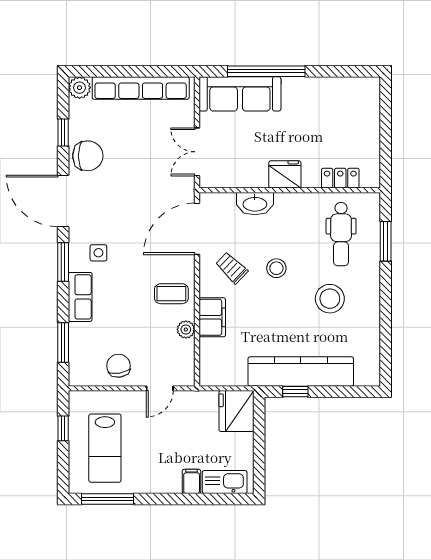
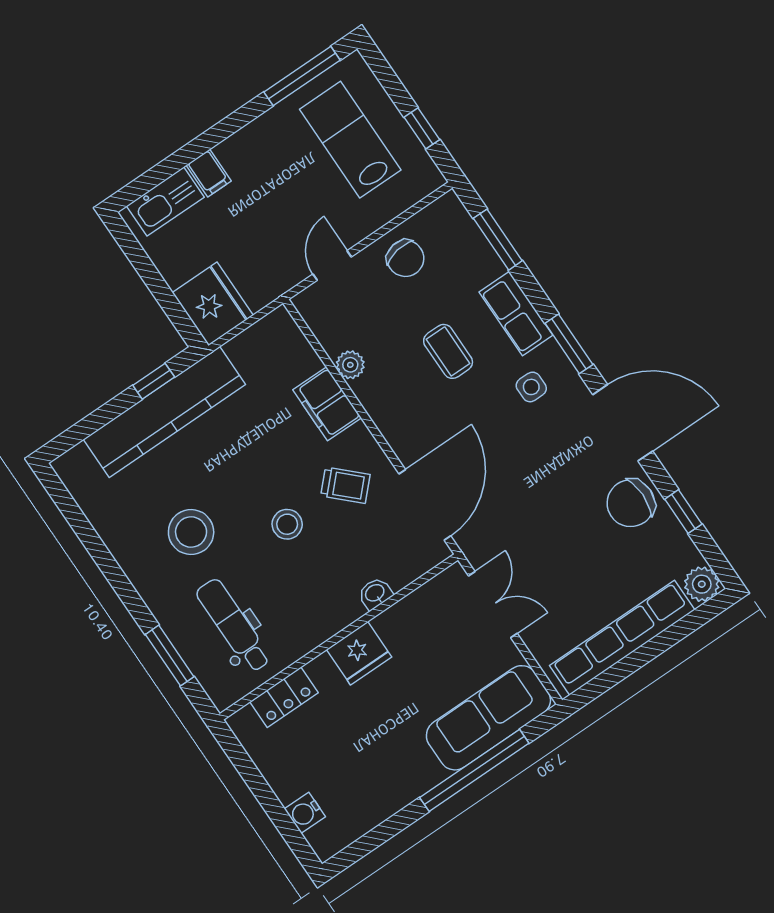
water cooler: (371, 110) -> (305, 813), added
washbasin: (255, 204) -> (375, 593), width x0.52, depth x0.69
coffee table: (171, 294) -> (448, 351), moved, turned 90

